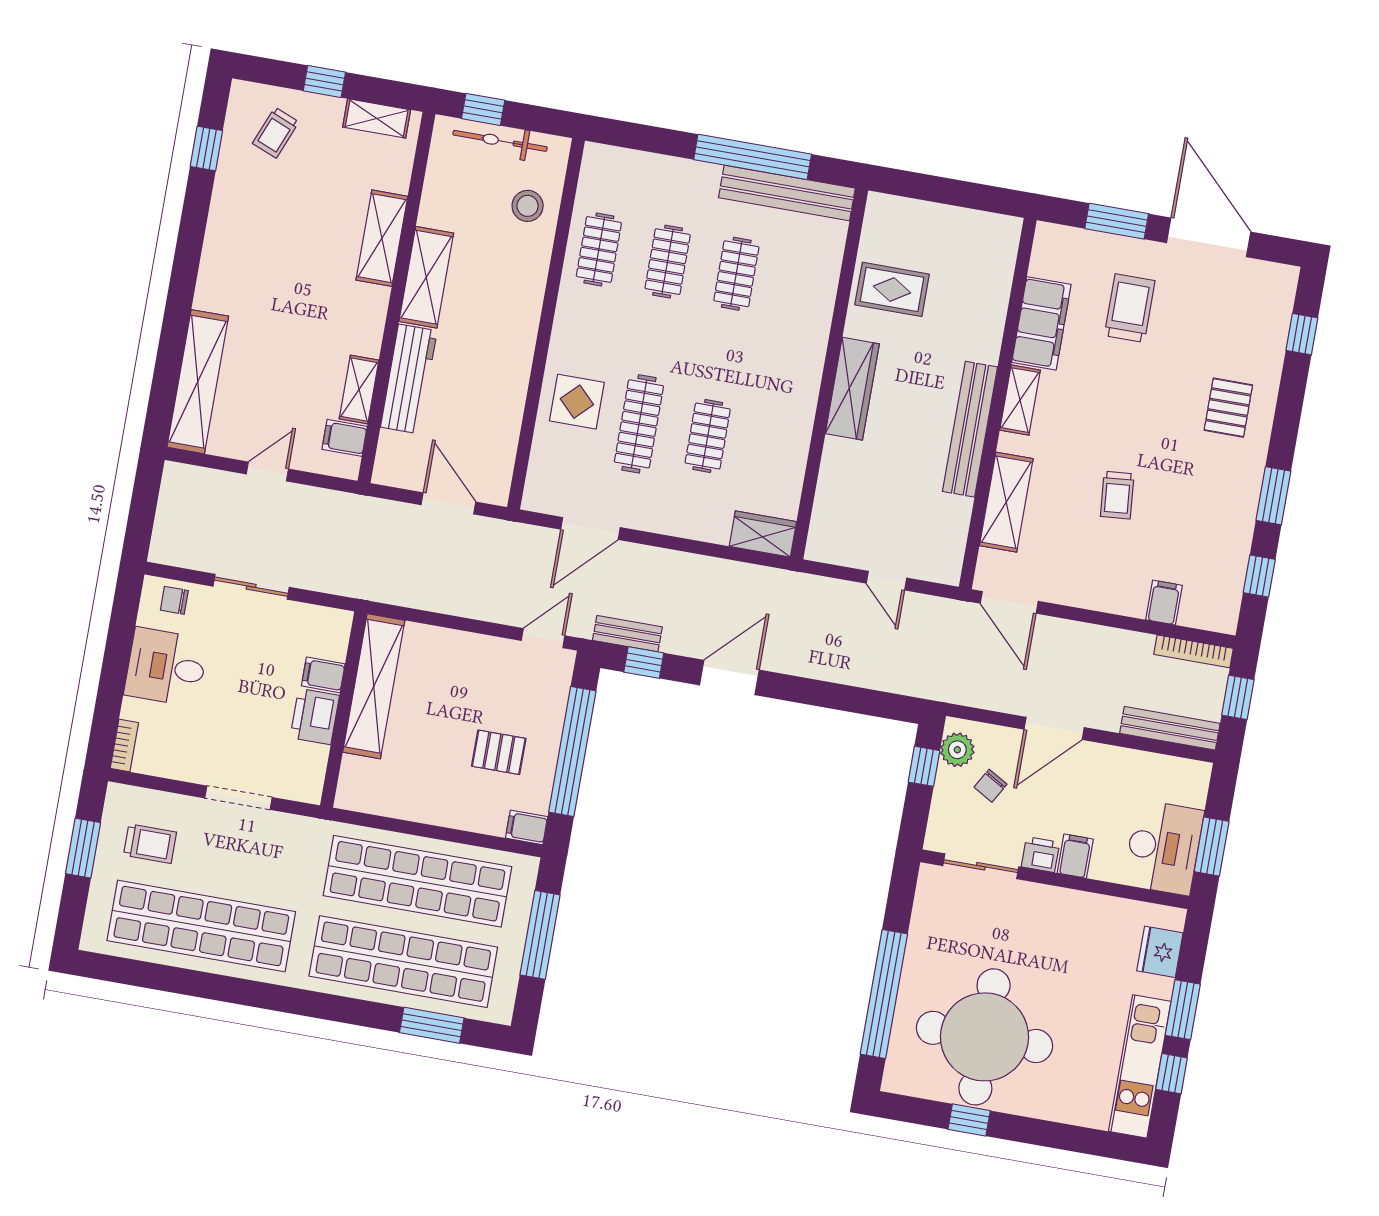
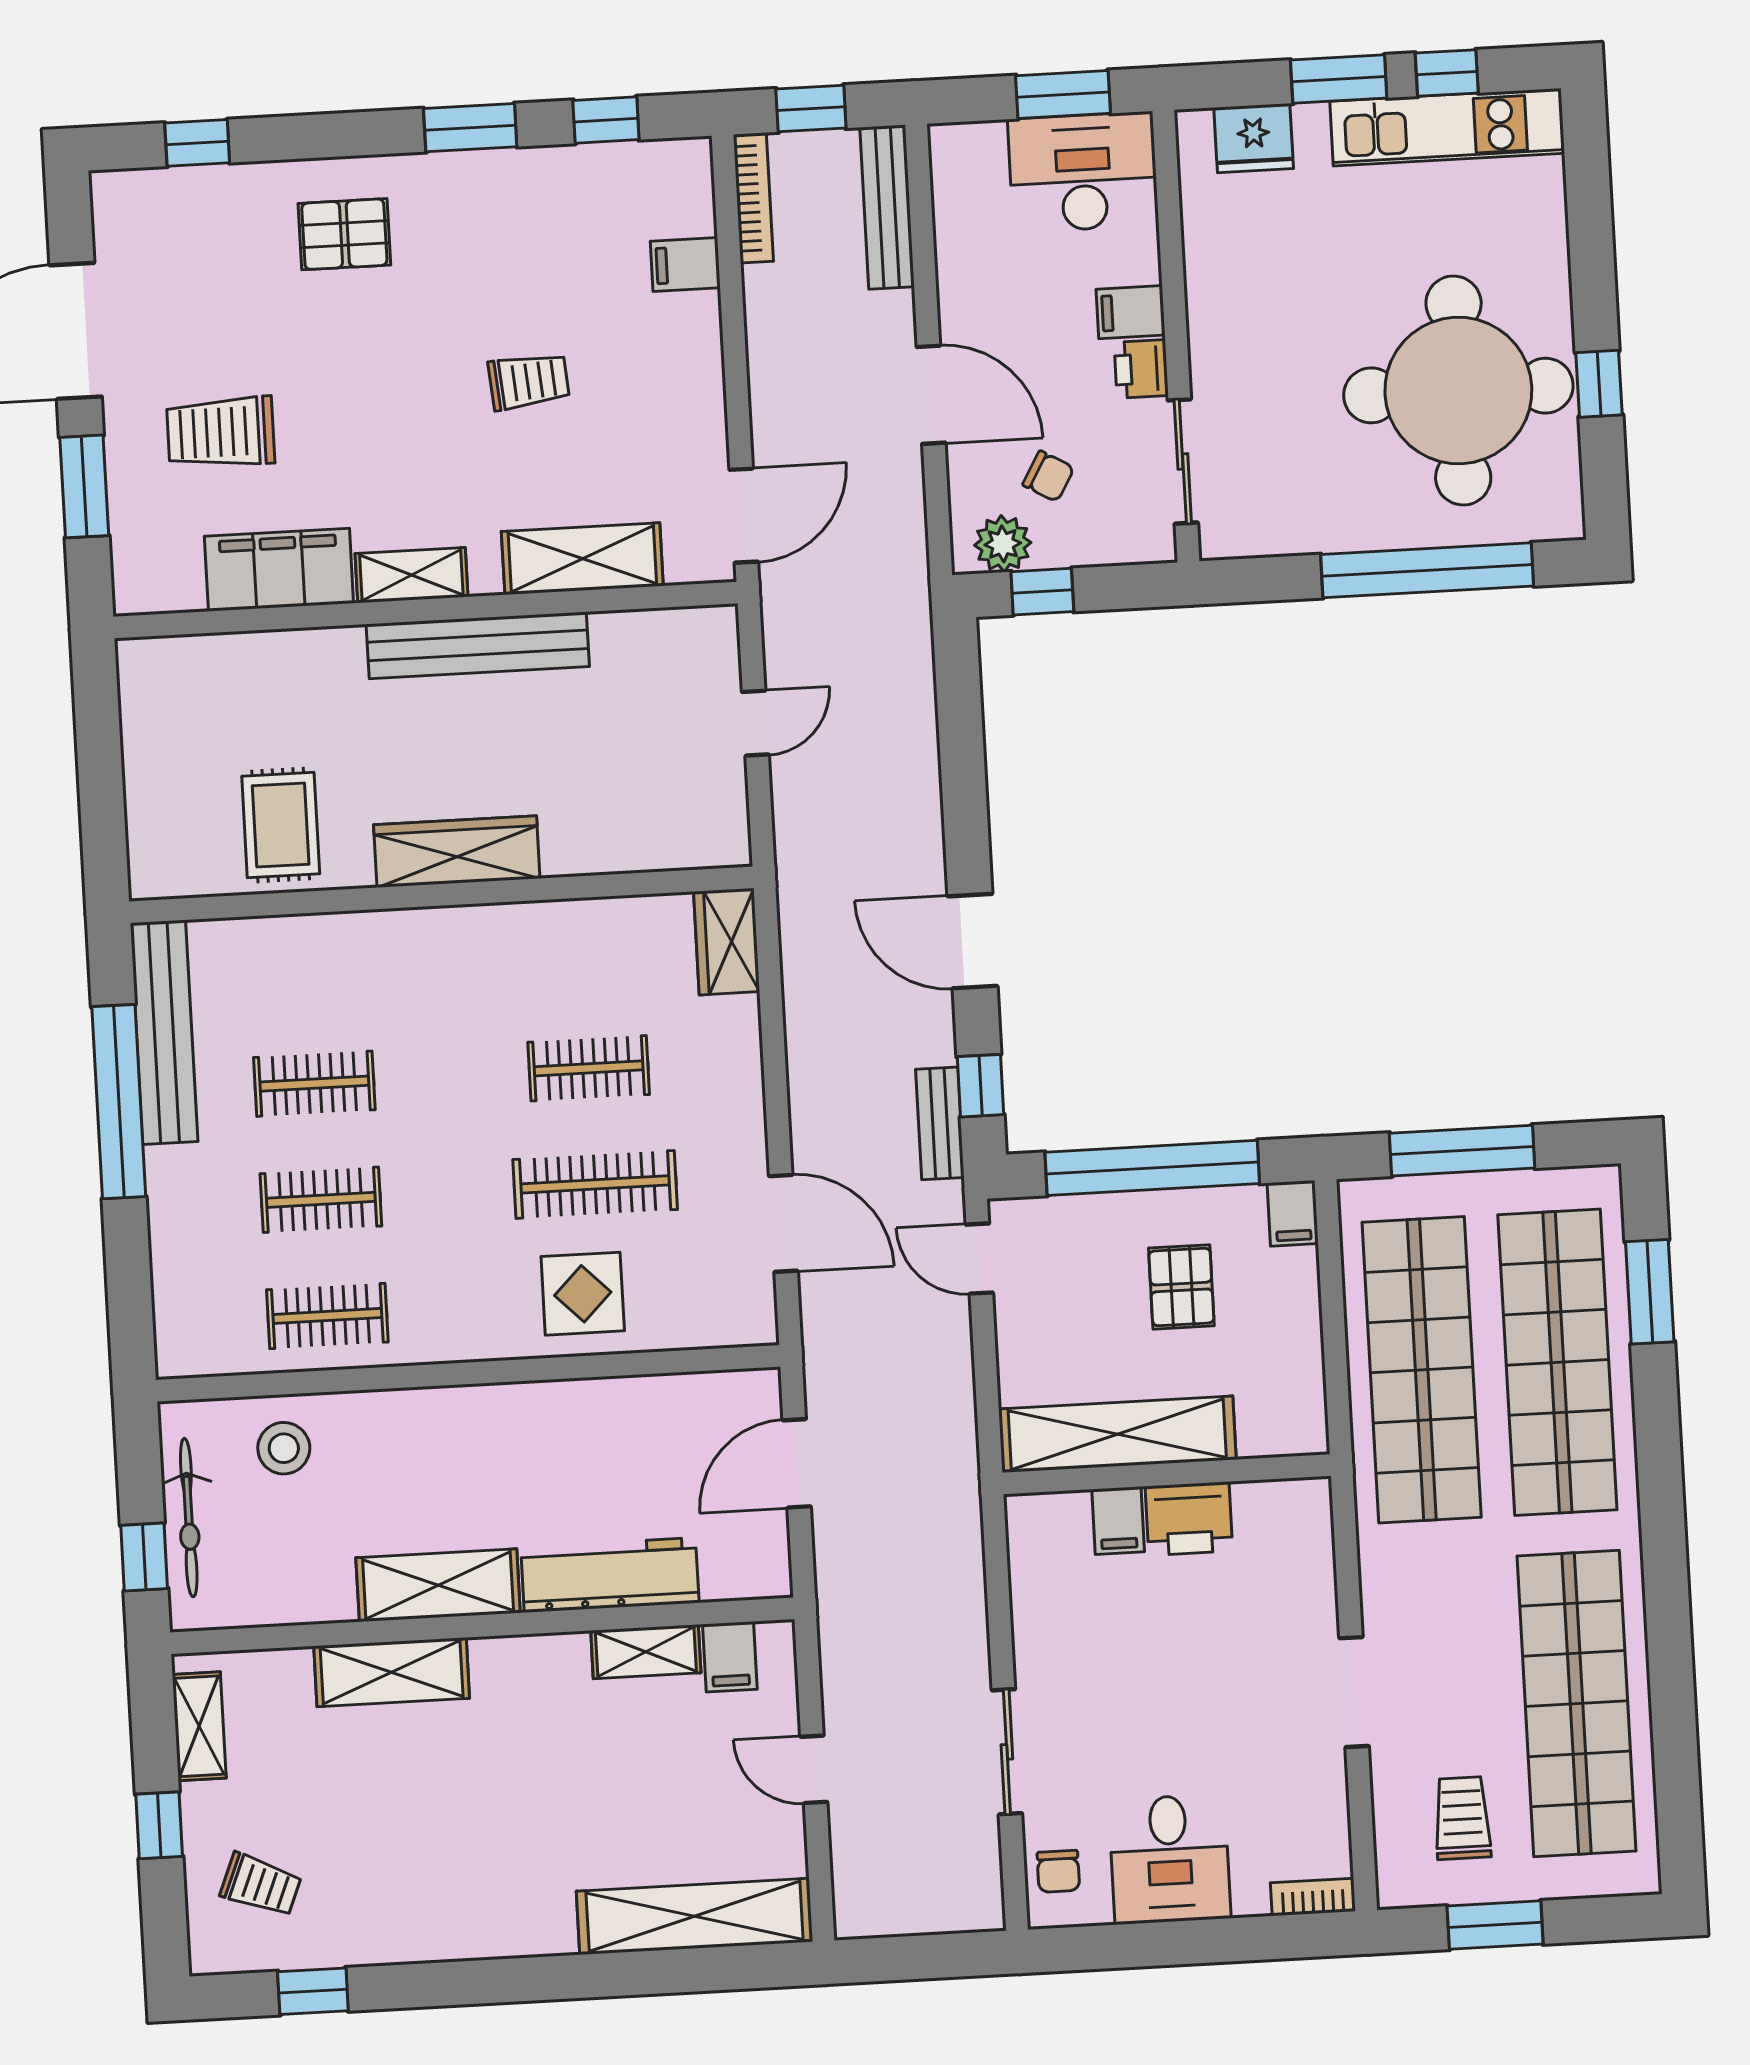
filing cabinet: (323, 675) -> (1118, 1521), moved
shelving: (374, 686) -> (1117, 1434), moved
wall: (344, 710) -> (1167, 1474), moved
printer: (315, 717) -> (1189, 1519), moved

